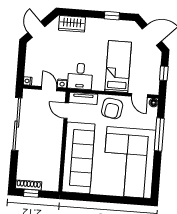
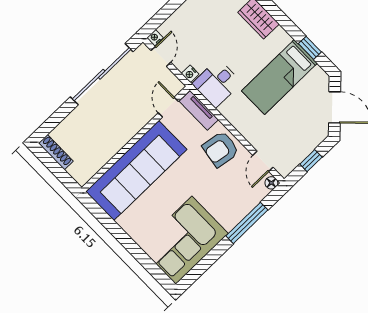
bed: (118, 67) -> (279, 77), moved, turned 180
door: (49, 89) -> (161, 56), moved
corner sofa: (129, 162) -> (184, 240), width x0.73, depth x0.74
window: (31, 193) -> (51, 163), removed

